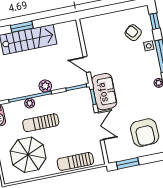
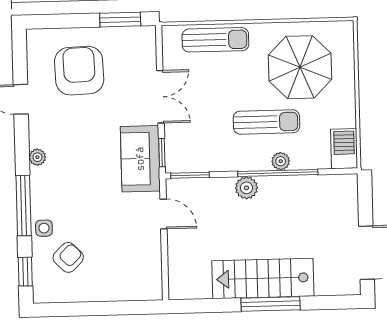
window: (22, 27) -> (271, 304), width x1.44
armchair: (133, 33) -> (68, 257), turned -95
double door: (99, 126) -> (160, 97), swing flipped

